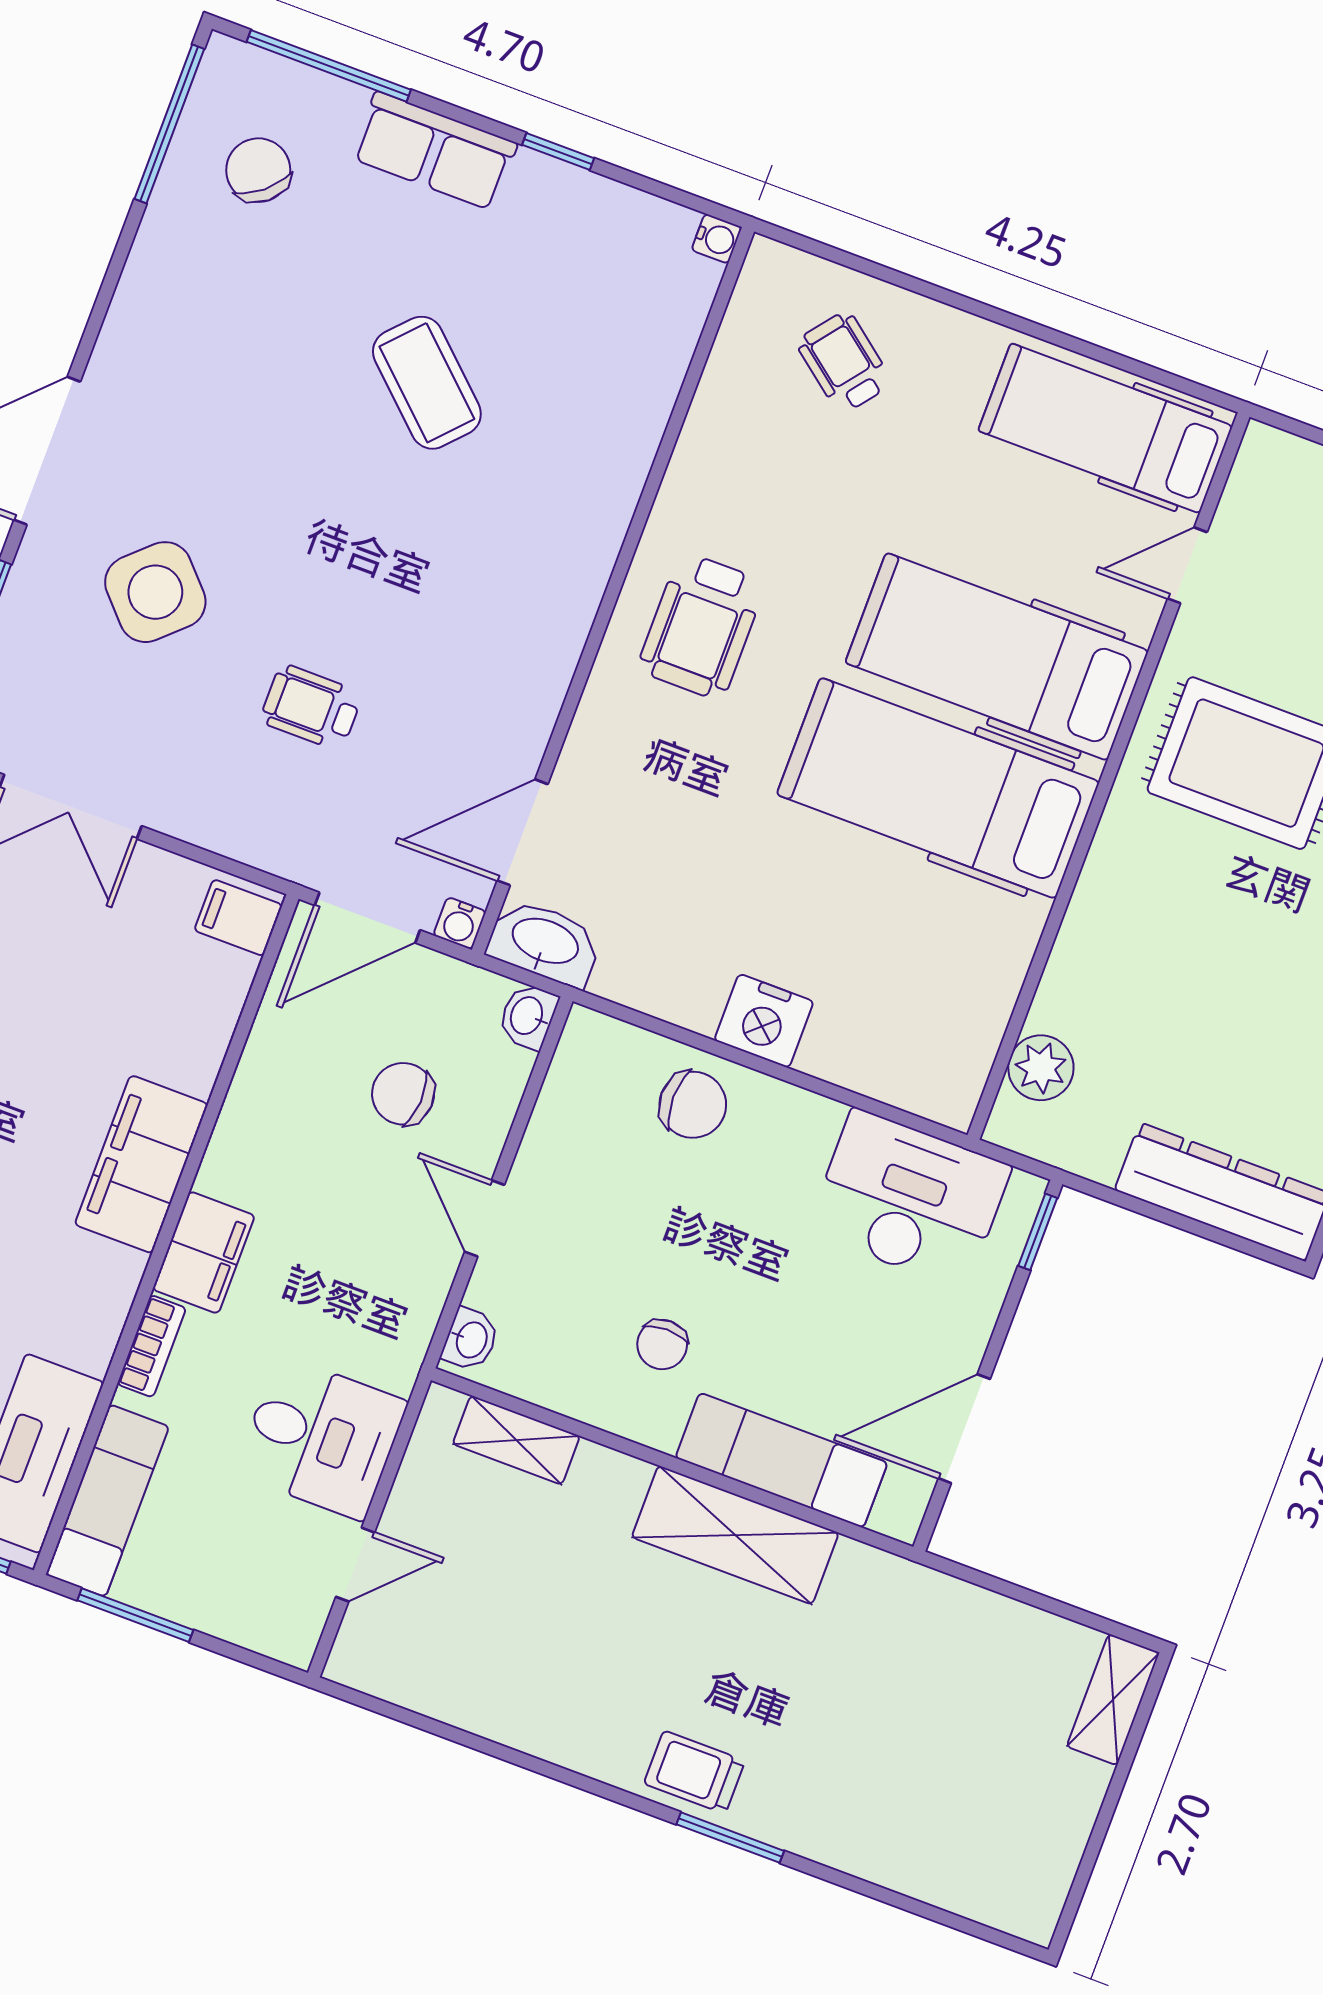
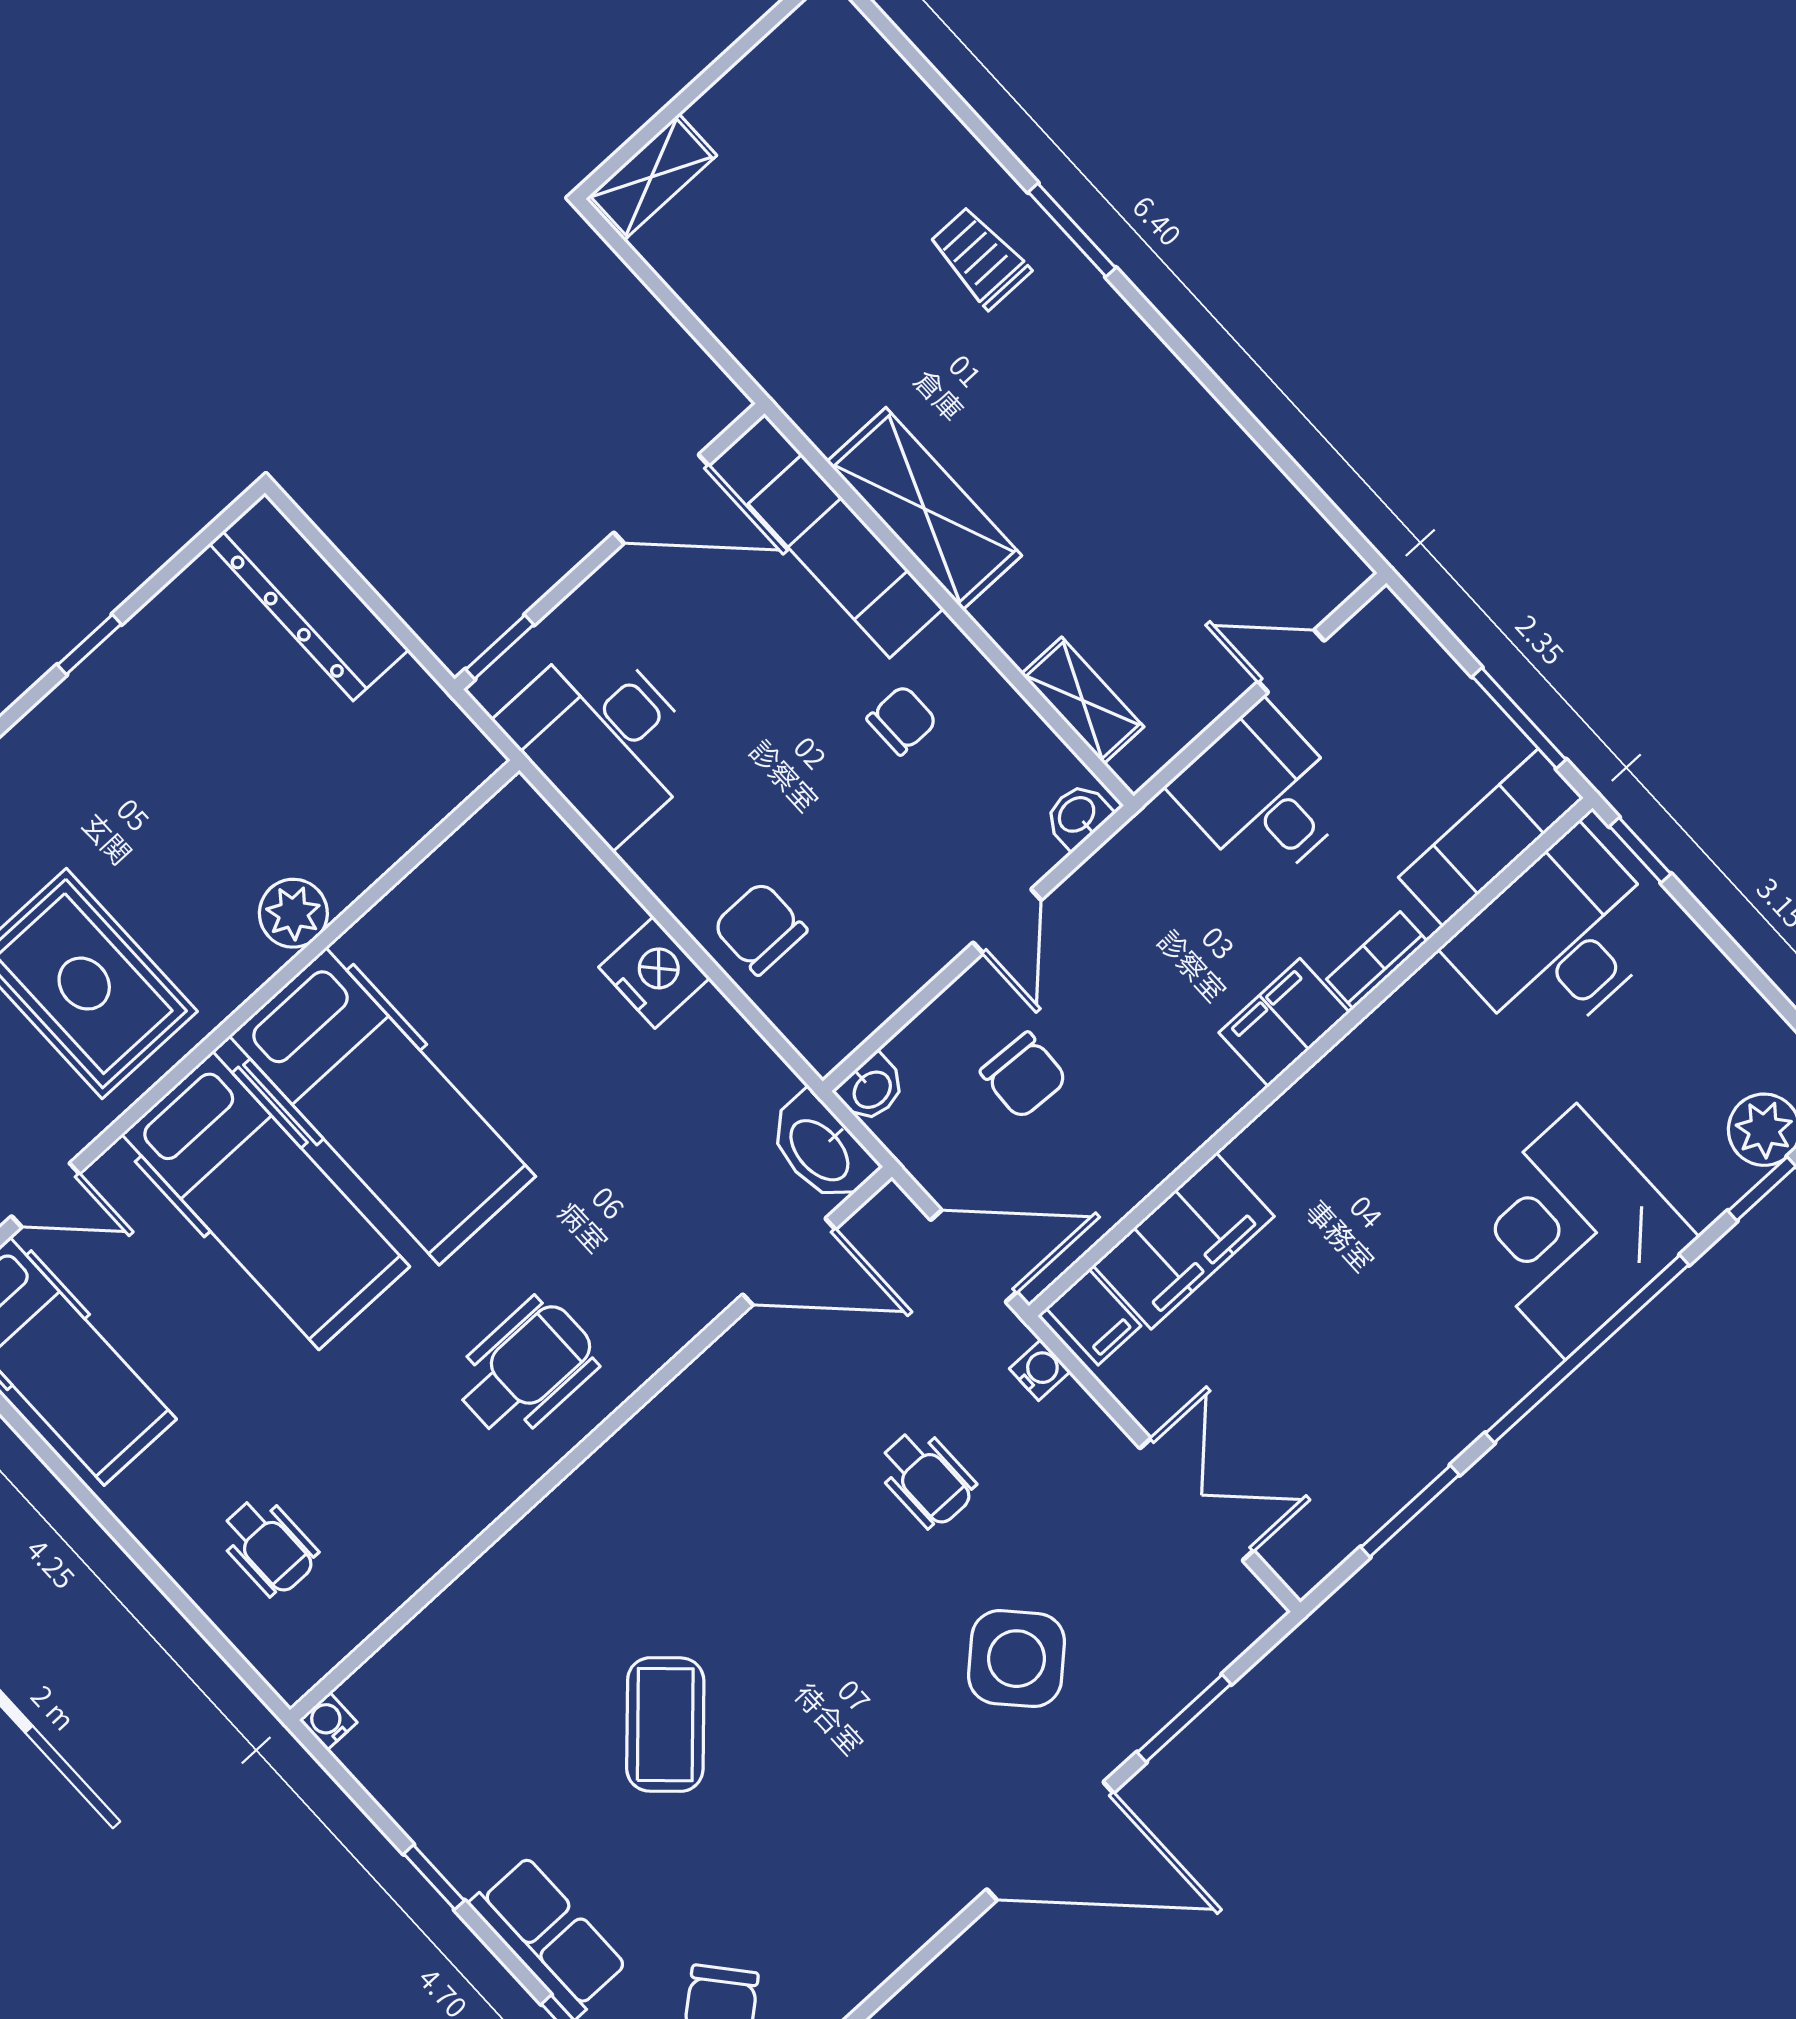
wheelchair: (844, 362) -> (268, 1546), turned -38
water cooler: (460, 923) -> (1040, 1370), moved
plant: (1041, 1068) -> (293, 913), moved
filing cabinet: (141, 1164) -> (1184, 1241), moved
trolley: (694, 1772) -> (980, 257), moved, turned 180

